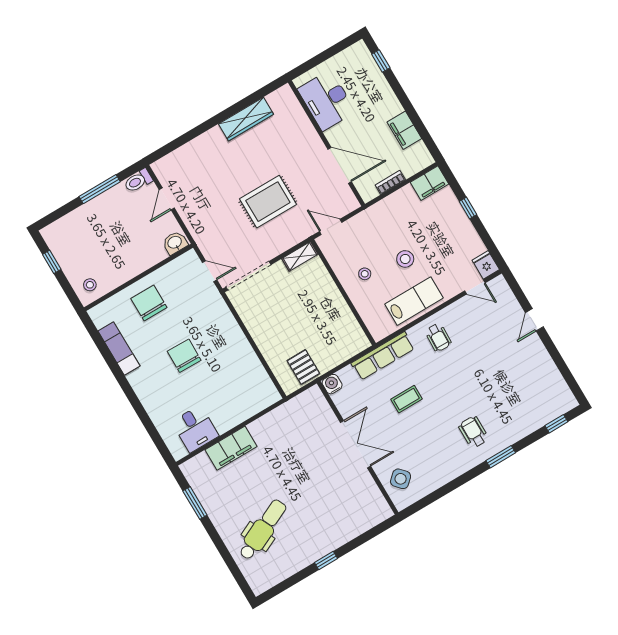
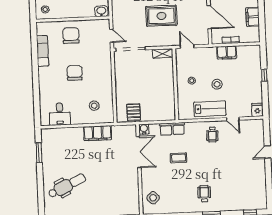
filing cabinet: (430, 183) -> (227, 53), moved
door: (475, 287) -> (233, 119), moved
row of seats: (383, 356) -> (172, 129), width x0.68
stool: (240, 389) -> (94, 106), added
double door: (355, 444) -> (139, 152), moved
filing cabinet: (231, 448) -> (98, 133), moved

